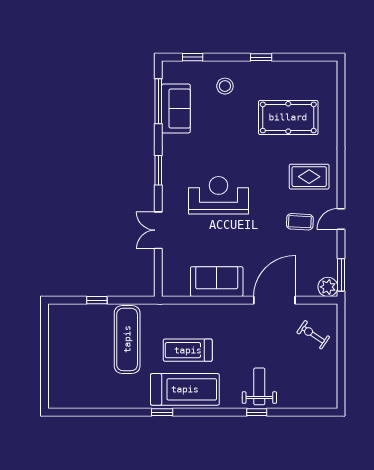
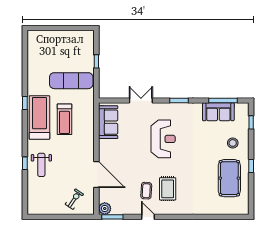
pool table: (288, 117) -> (229, 178), moved
rug: (309, 177) -> (168, 189), moved
sofa: (217, 282) -> (108, 122), moved
treadmill: (188, 350) -> (64, 119), turned 180
weight bench: (259, 386) -> (41, 165), turned 90
treadmill: (185, 389) -> (39, 117), turned 180

